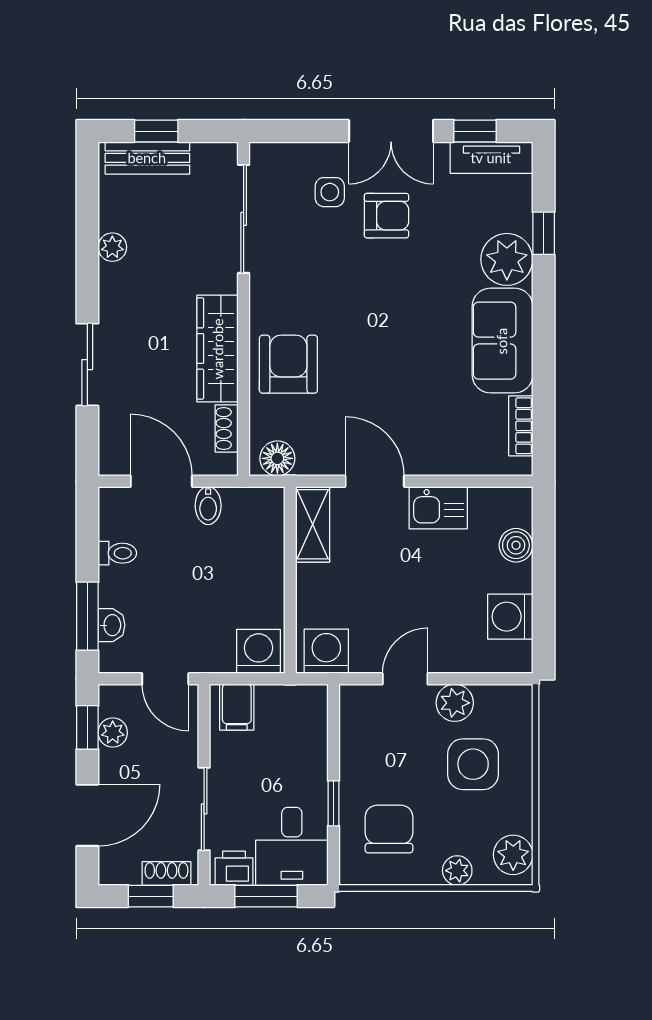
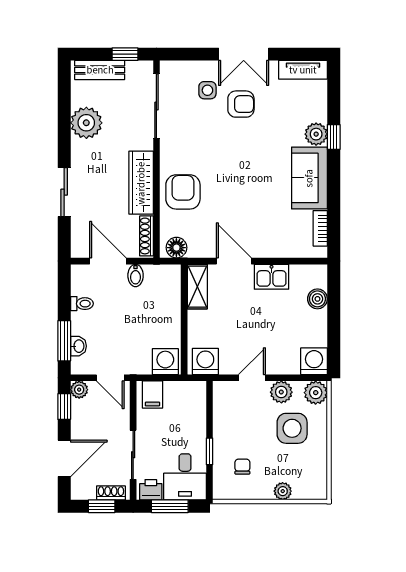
window: (156, 131) -> (125, 54), moved
window: (475, 131) -> (293, 54), removed
window: (544, 233) -> (334, 137), moved
plant: (112, 247) -> (86, 123), width x1.87, depth x1.87
plant: (507, 259) -> (316, 134), width x0.73, depth x0.73
shoe rack: (227, 429) -> (147, 236), width x1.43
washing machine: (510, 617) -> (314, 361), moved, turned 90
plant: (113, 733) -> (79, 390), moved
chair: (389, 829) -> (242, 467), width x0.54, depth x0.54
plant: (513, 855) -> (316, 393), moved

